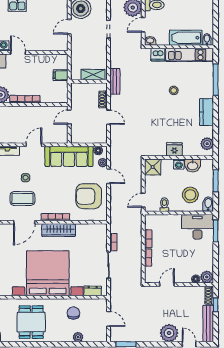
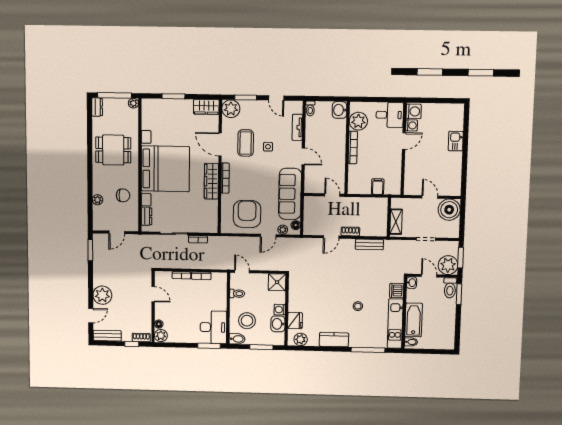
shelving: (93, 75) -> (396, 222), moved
wall: (89, 81) -> (389, 217), moved
fridge: (174, 149) -> (295, 321), moved
bench: (208, 324) -> (107, 336), width x0.73

